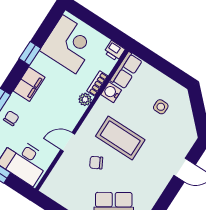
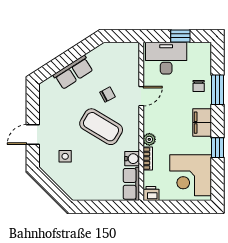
side table: (161, 107) -> (65, 156), moved
coffee table: (120, 138) -> (101, 127), turned 31

